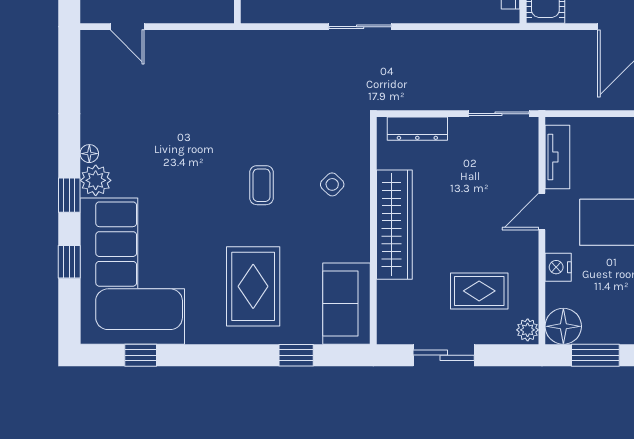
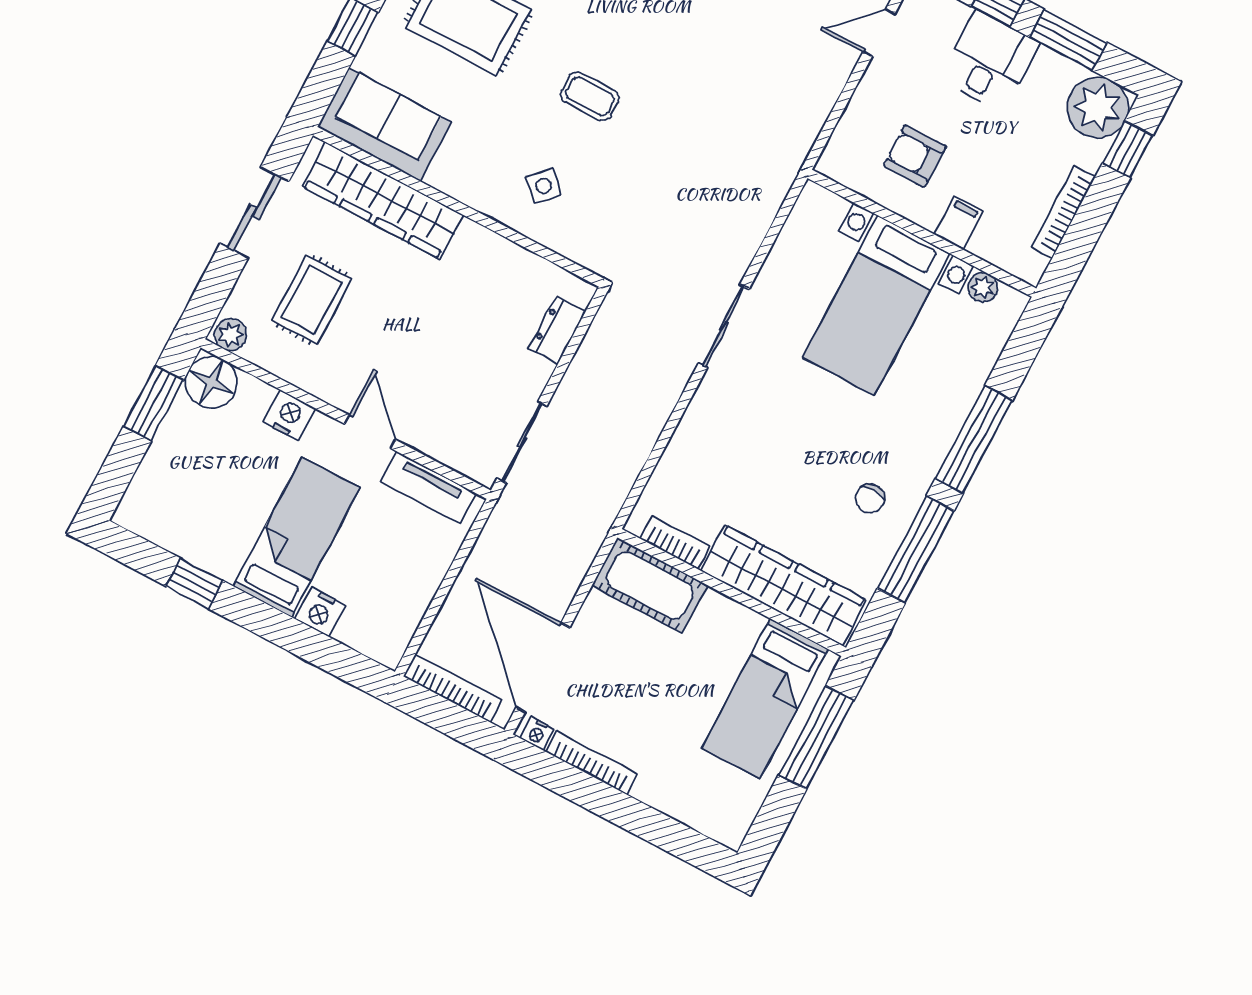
dresser: (417, 129) -> (557, 330), width x0.70
wardrobe: (394, 225) -> (383, 201), moved

